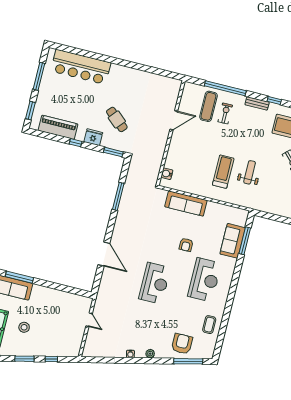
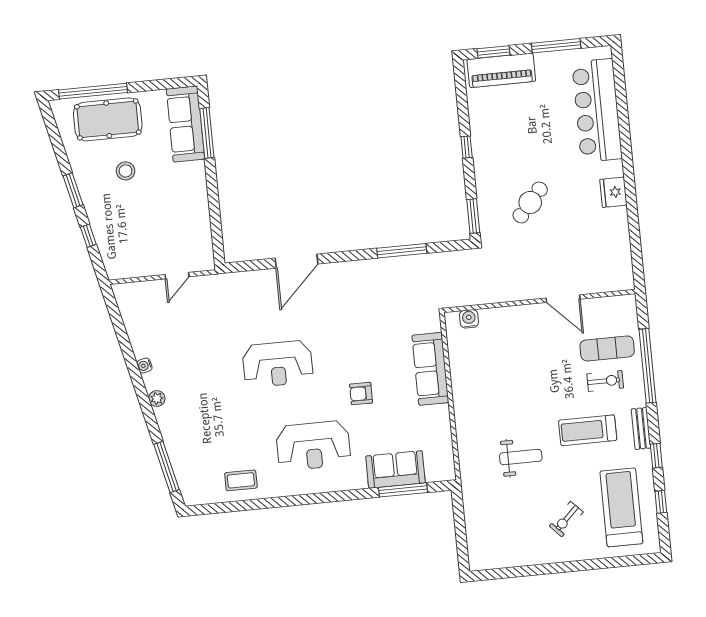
piano: (58, 127) -> (501, 70), moved, turned 90
fridge: (93, 137) -> (613, 192), moved, turned 180
treadmill: (223, 172) -> (588, 430), moved, turned 180
armchair: (182, 344) -> (192, 446), removed

